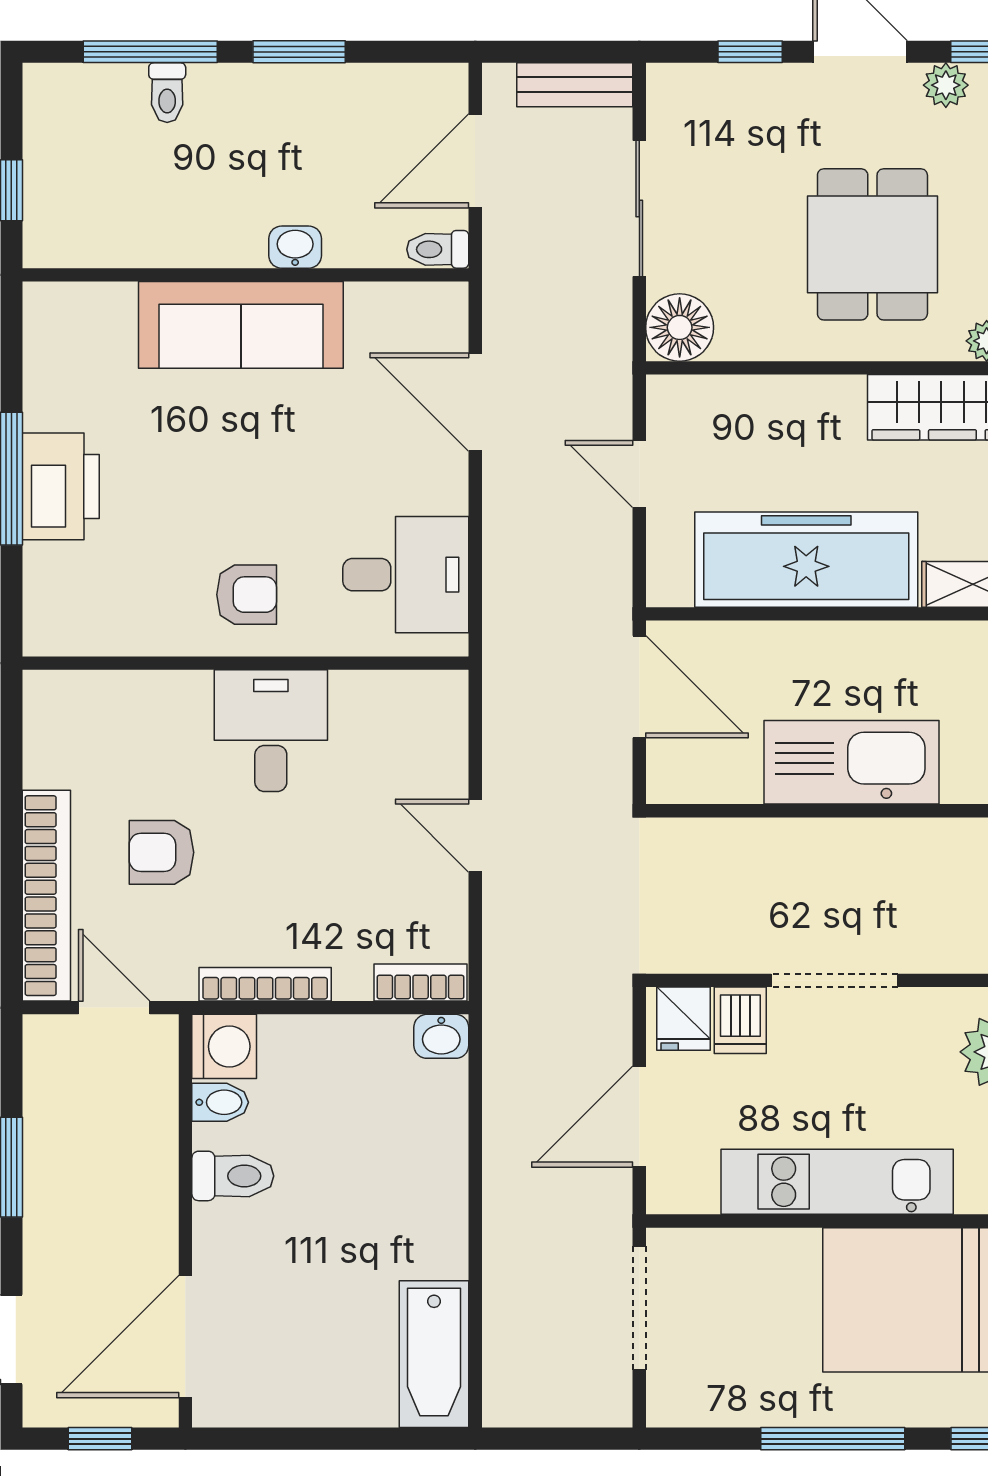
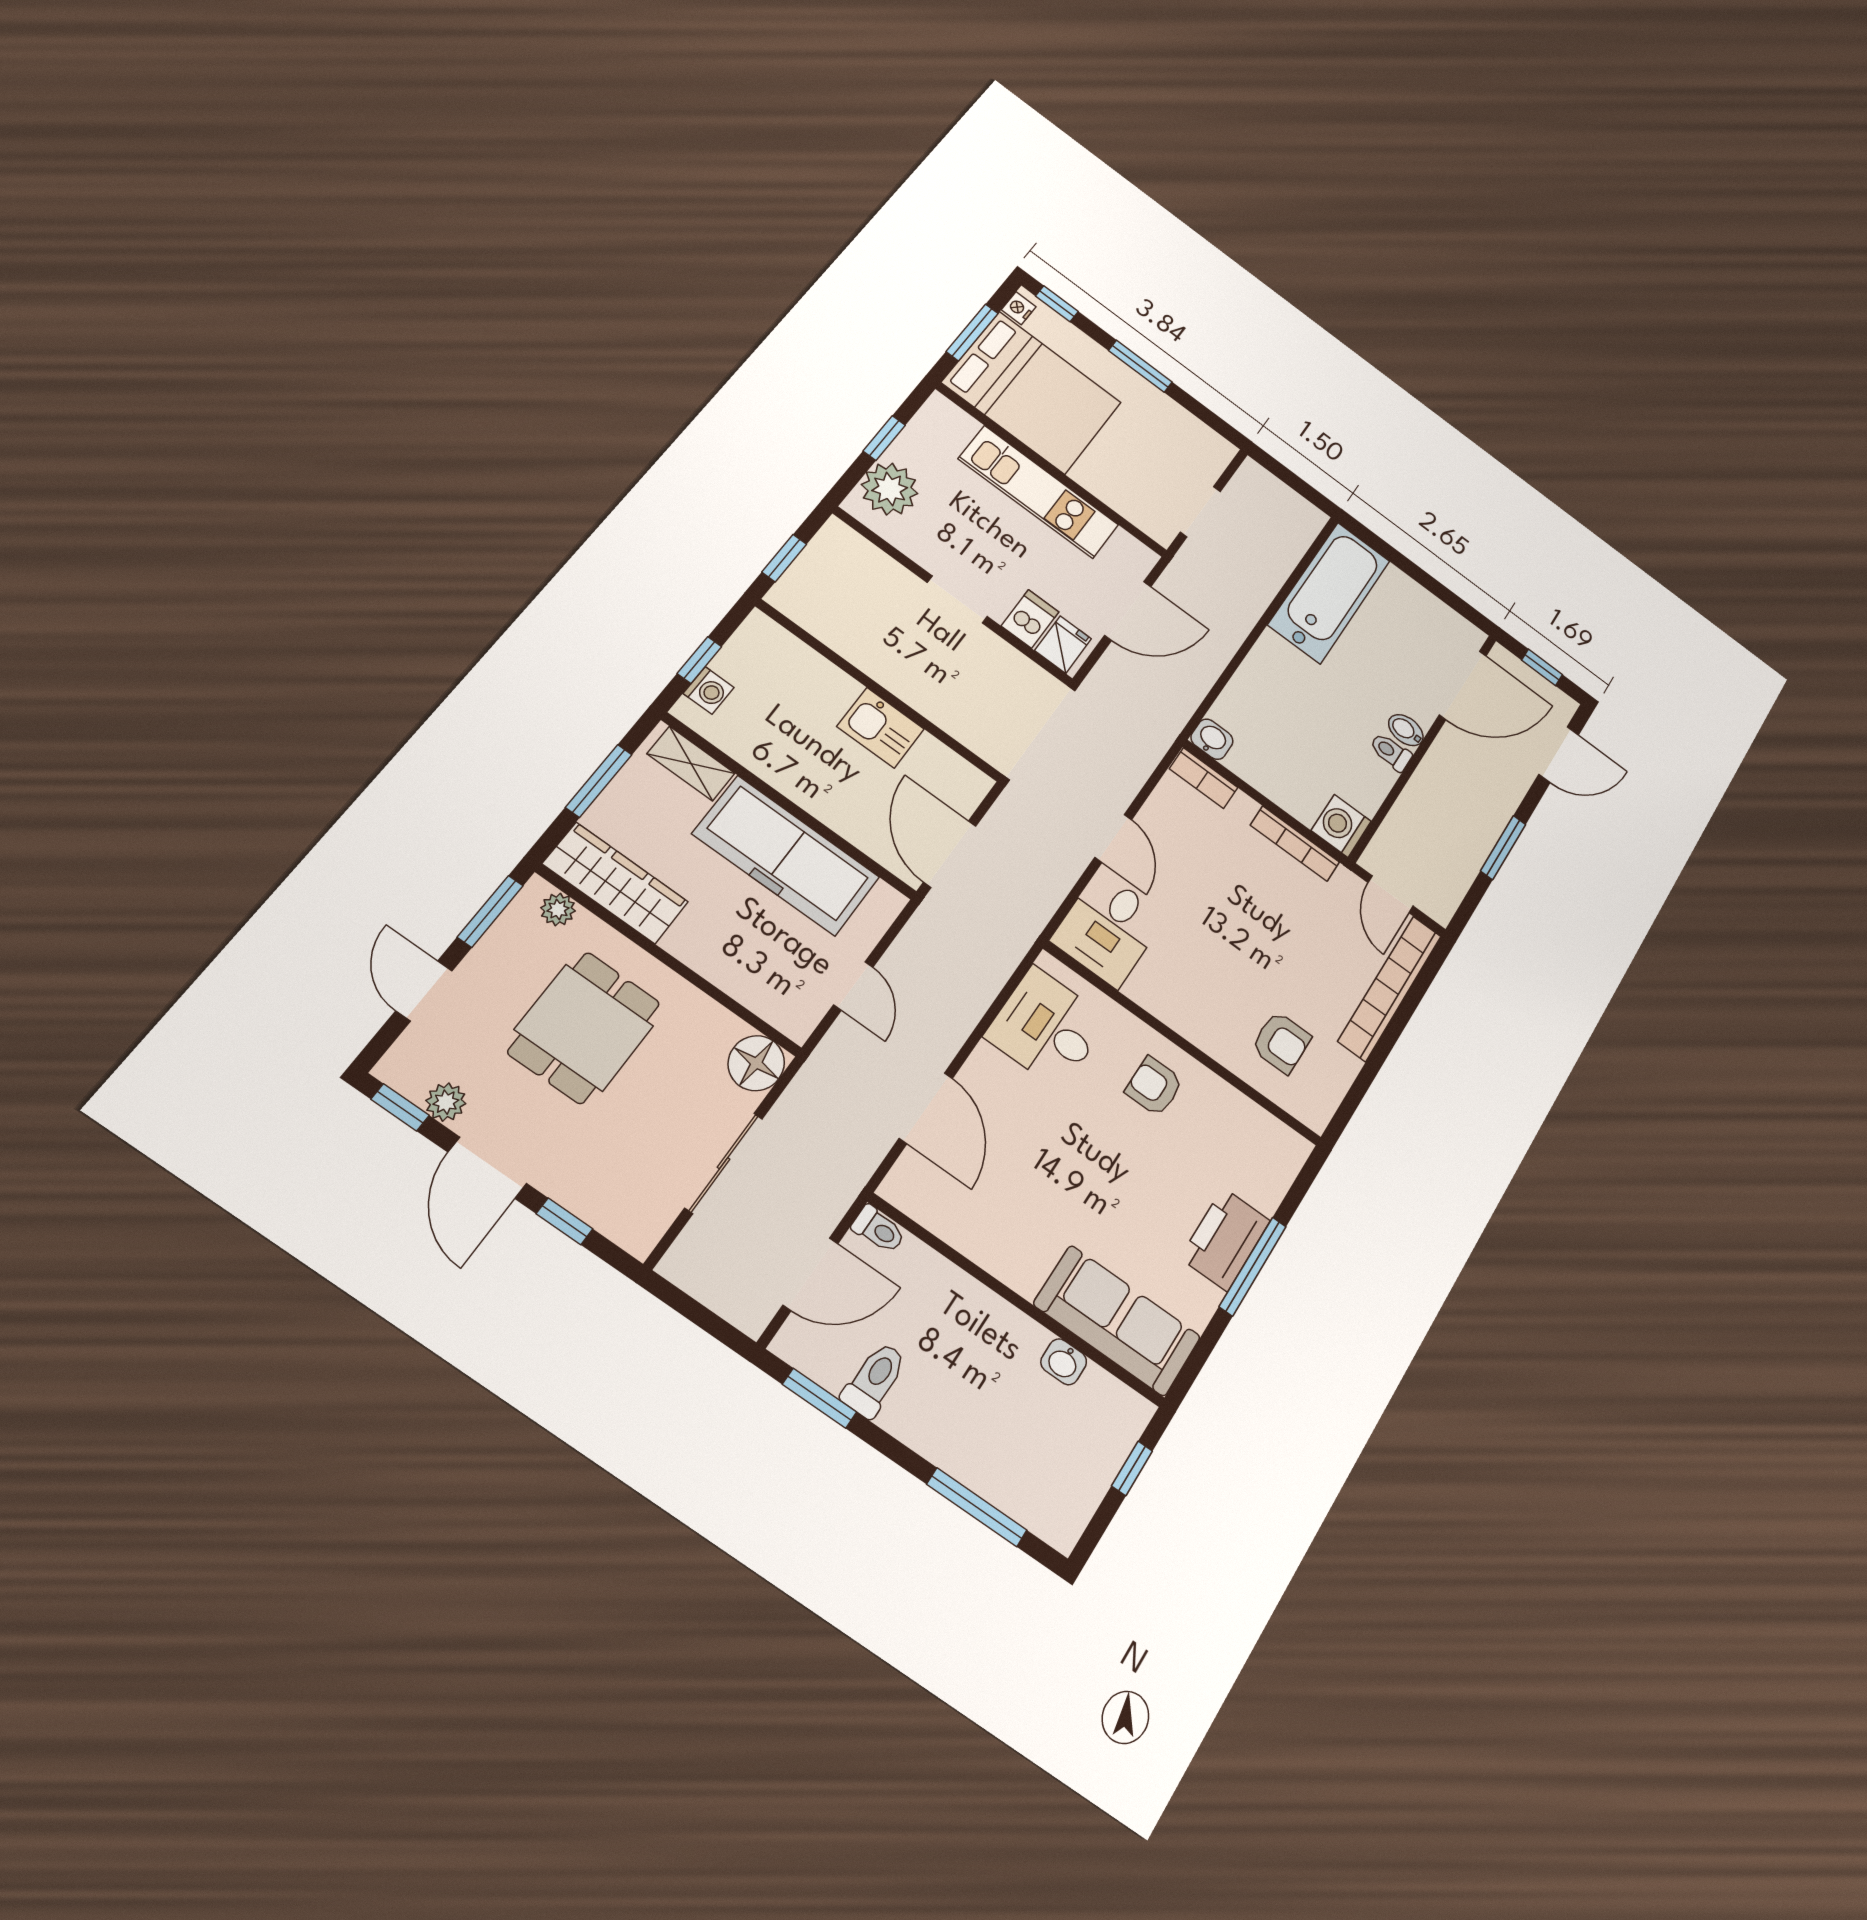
window: (299, 52) -> (819, 1398), moved
bench: (575, 85) -> (704, 1282), removed
toilet: (167, 93) -> (875, 1380), moved, width x1.37, depth x1.39
washbasin: (295, 247) -> (1064, 1362), moved
sofa: (241, 325) -> (1117, 1321), moved
desk: (271, 731) -> (1108, 929), moved
kitchen sink: (851, 762) -> (881, 728), width x0.53, depth x0.81
armchair: (161, 852) -> (1281, 1042), moved
doorway: (834, 980) -> (957, 600), width x0.73
bidet: (220, 1102) -> (1406, 730), moved
toilet: (233, 1176) -> (1391, 752), width x0.73, depth x0.72
doorway: (639, 1308) -> (1200, 512), width x0.73
bathtub: (434, 1354) -> (1329, 593), width x1.36, depth x1.36
window: (833, 1439) -> (1140, 366), width x0.69

